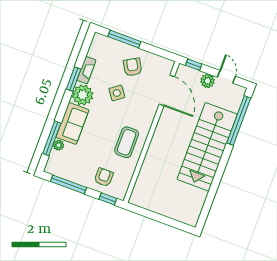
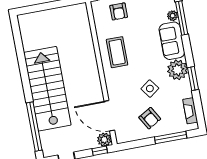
fireplace: (86, 70) -> (190, 111), moved
plant: (208, 81) -> (104, 140), moved

